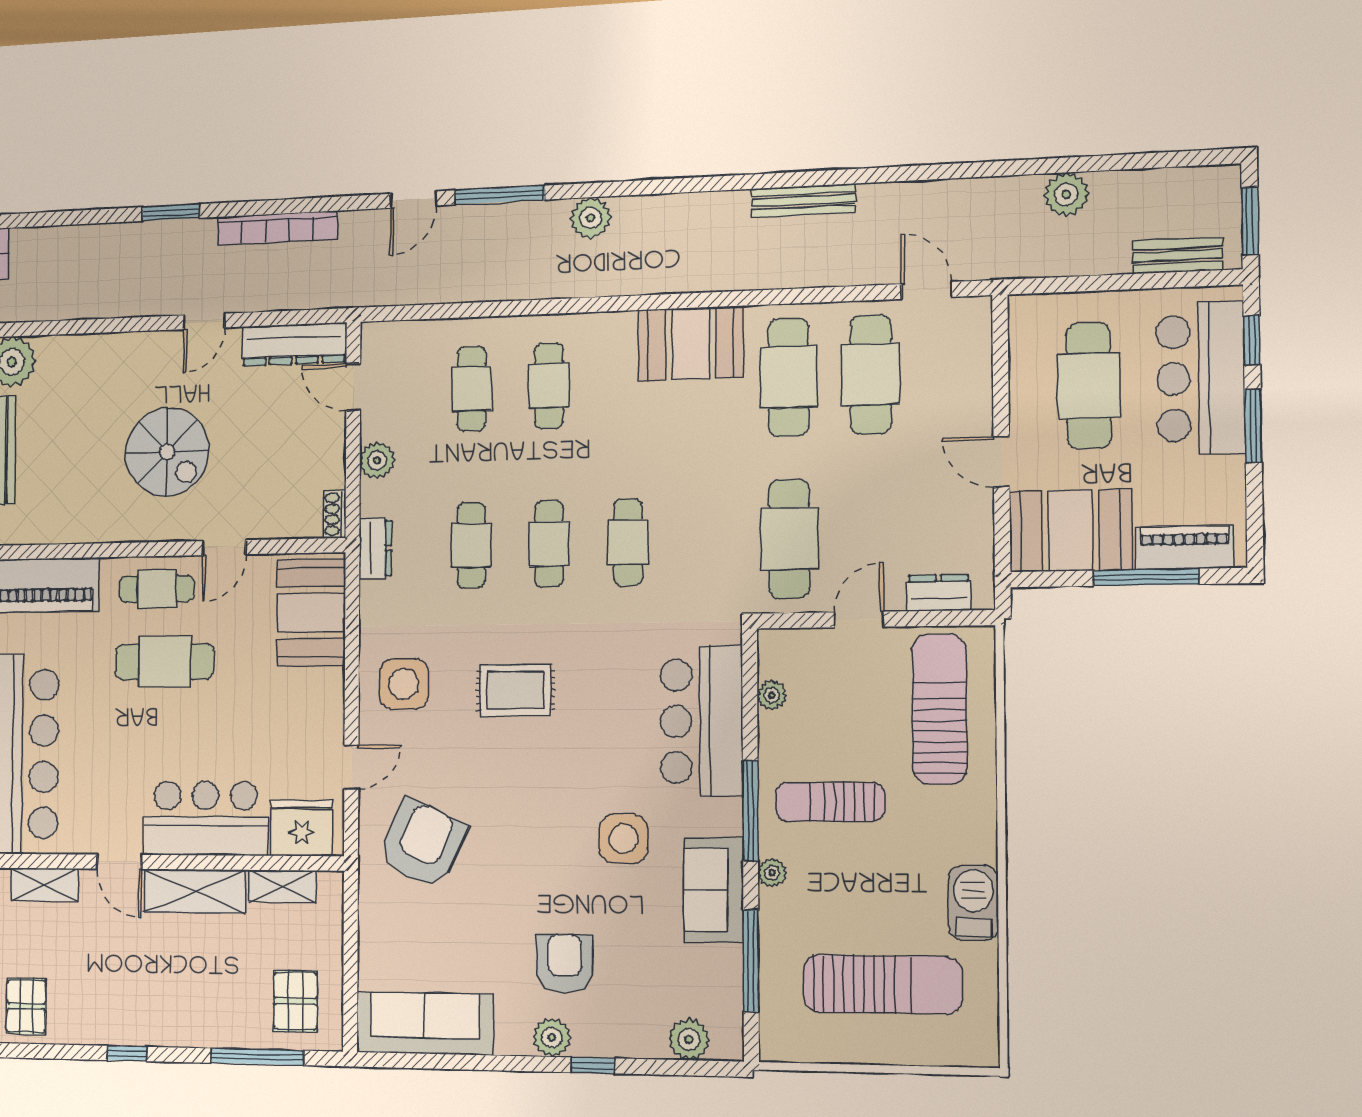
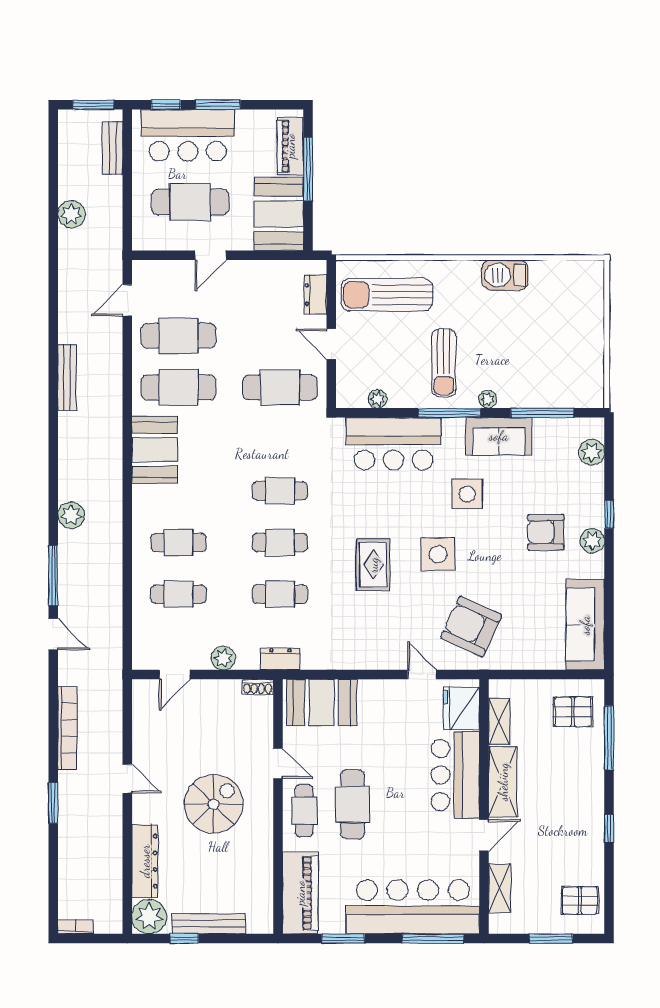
dresser: (294, 344) -> (145, 861), moved
door: (1001, 462) -> (210, 255), moved
side table: (404, 684) -> (438, 554), moved
sun lounger: (882, 984) -> (555, 331), removed

